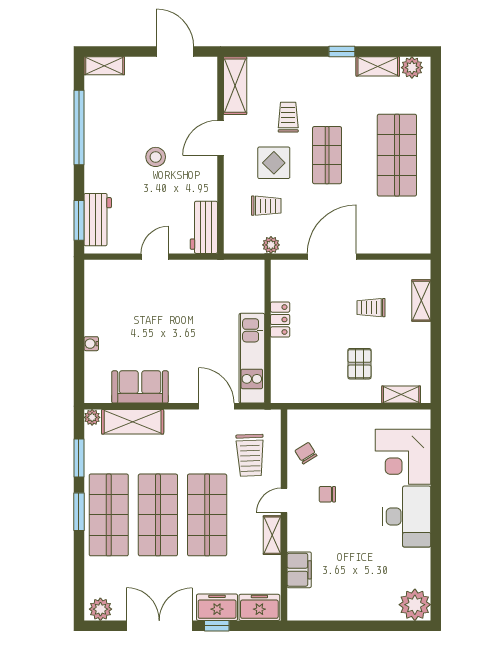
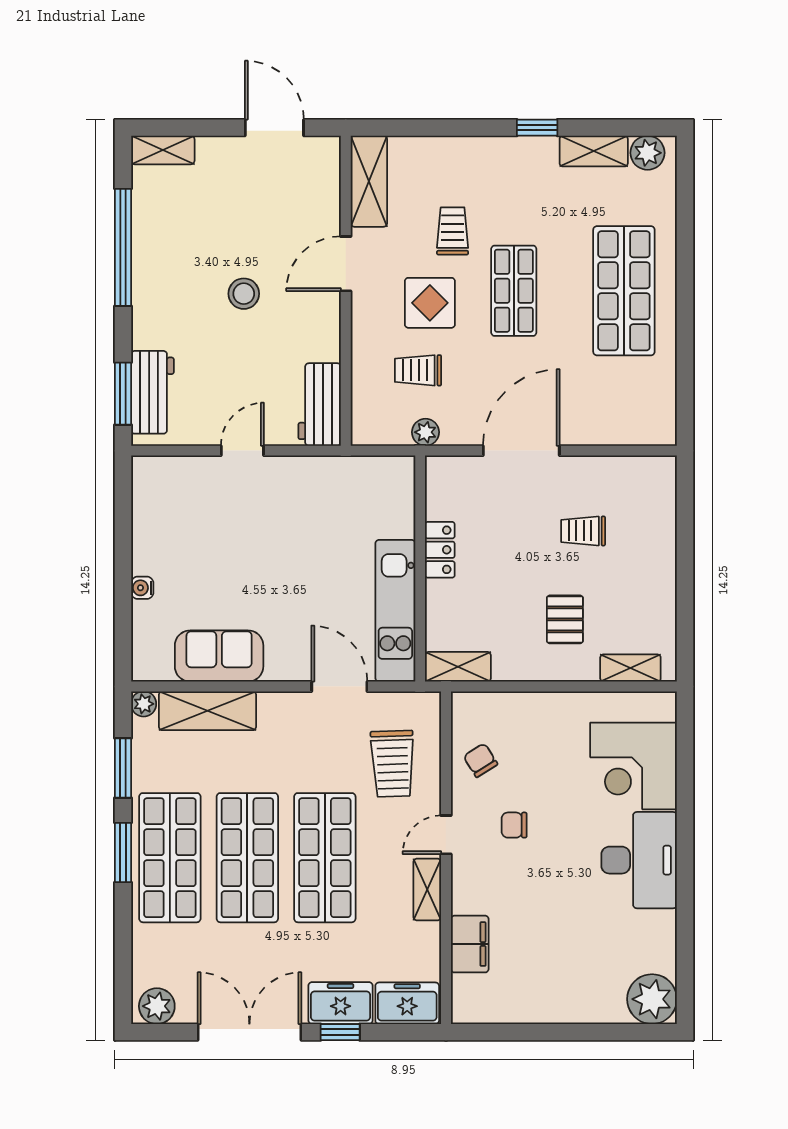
trolley: (266, 206) -> (418, 370), turned 180
shelving: (421, 301) -> (458, 667), moved, turned 90

